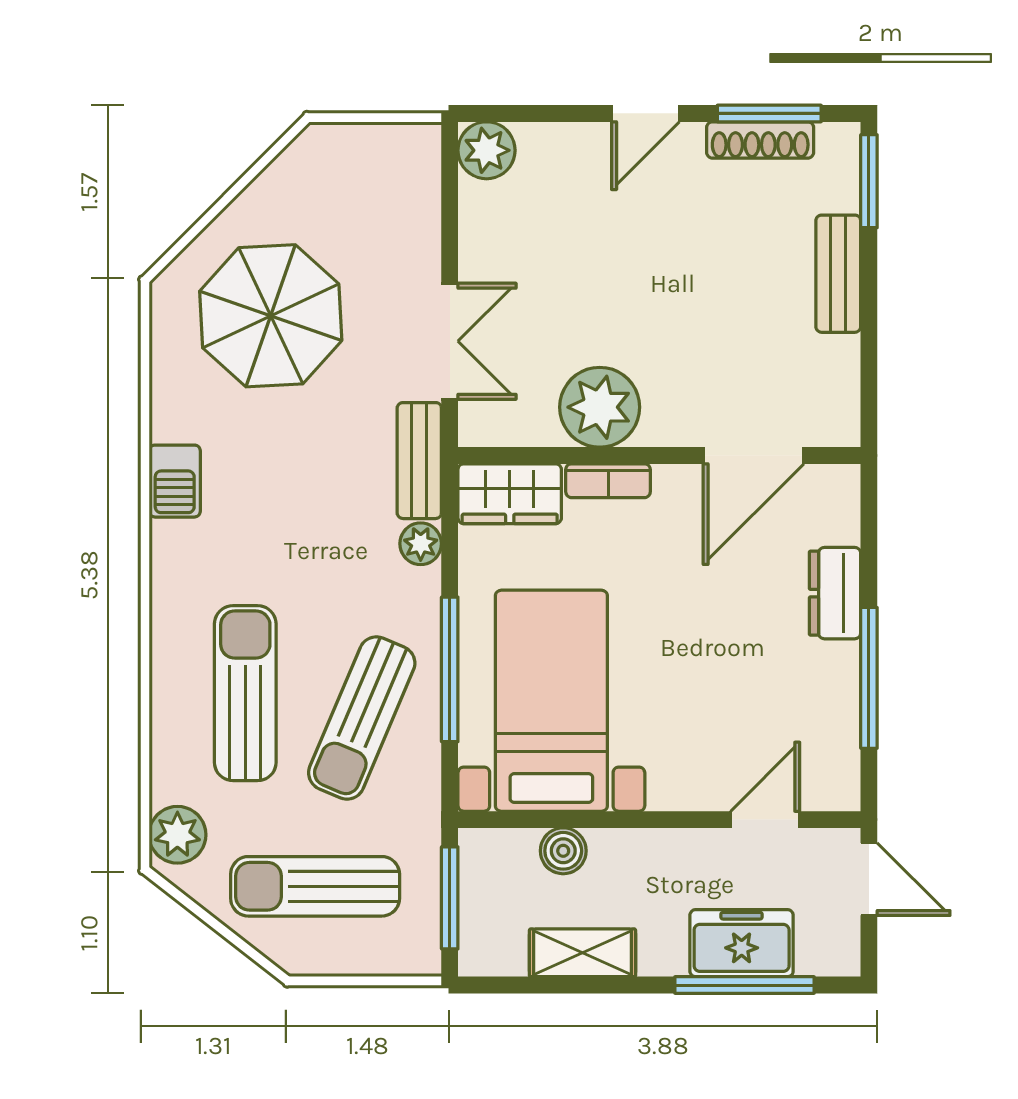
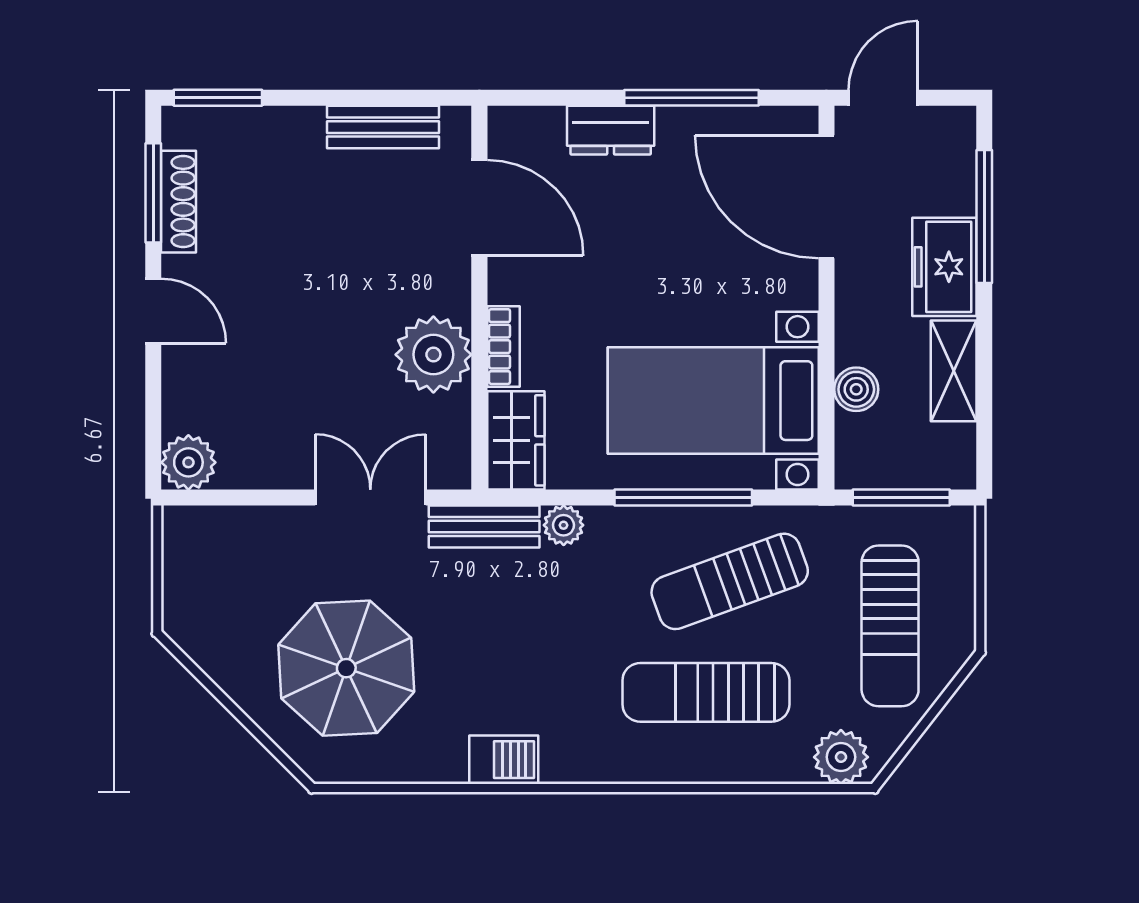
bench: (838, 274) -> (383, 127), moved
sun lounger: (362, 718) -> (730, 581), turned 137
door: (765, 820) -> (826, 197), width x1.87
freezer: (742, 943) -> (944, 267), moved

